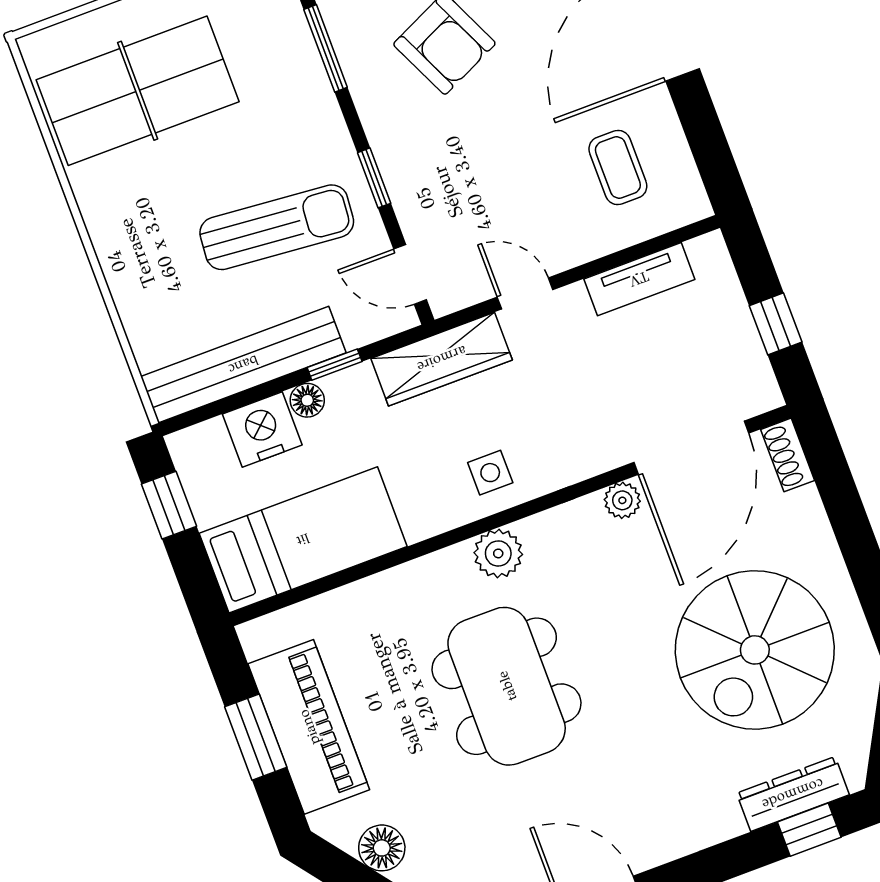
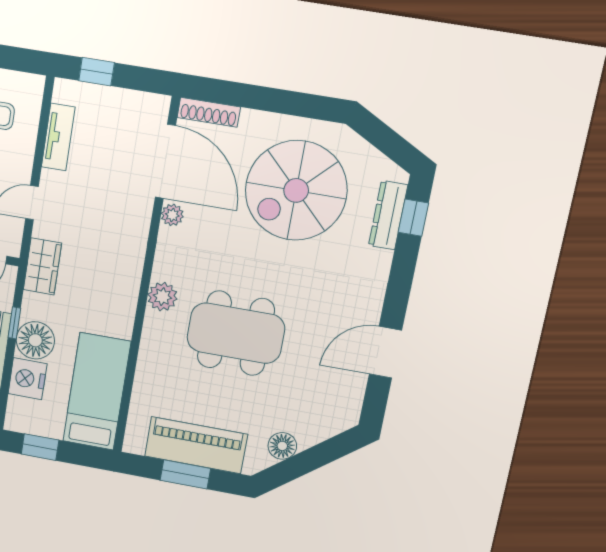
window: (776, 324) -> (97, 72), moved
wardrobe: (442, 359) -> (42, 266), width x0.67
floor lamp: (307, 400) -> (35, 340), width x1.89, depth x1.89
shoe rack: (788, 455) -> (209, 112), width x1.43
side table: (490, 473) -> (117, 276), removed
spiral stairs: (755, 650) -> (296, 190), turned 90

